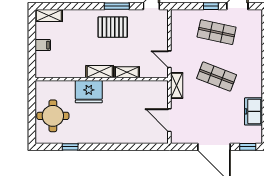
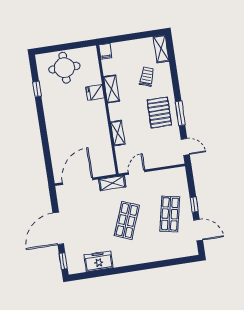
trolley: (75, 34) -> (147, 77), added
filing cabinet: (43, 45) -> (105, 51), moved
shelving: (100, 72) -> (112, 89), moved
fridge: (89, 92) -> (95, 92), width x0.53, depth x0.75
door: (169, 120) -> (78, 181), width x1.36

